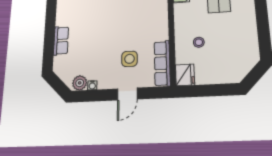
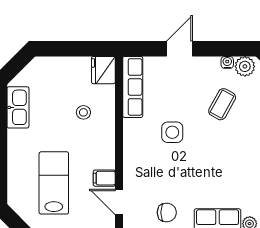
kitchen sink: (250, 43) -> (18, 107), added
coffee table: (97, 54) -> (222, 104), added
side table: (129, 59) -> (172, 132), moved

